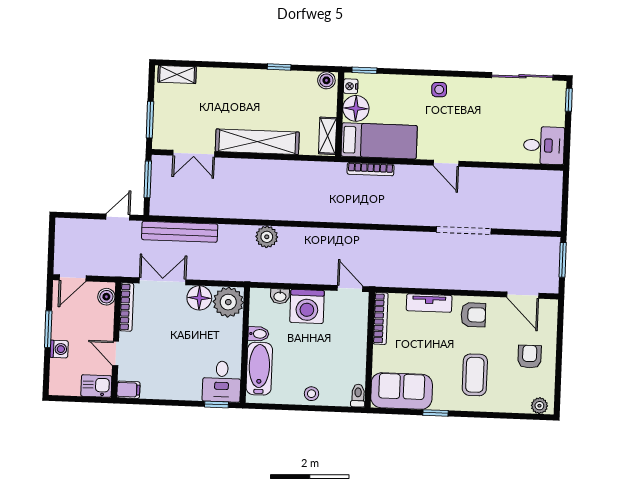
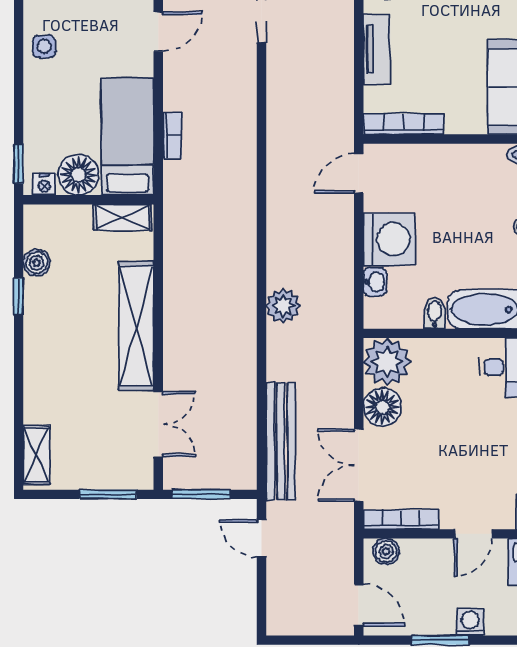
boiler: (326, 80) -> (37, 263), moved
bookcase: (371, 169) -> (172, 136), width x0.64

